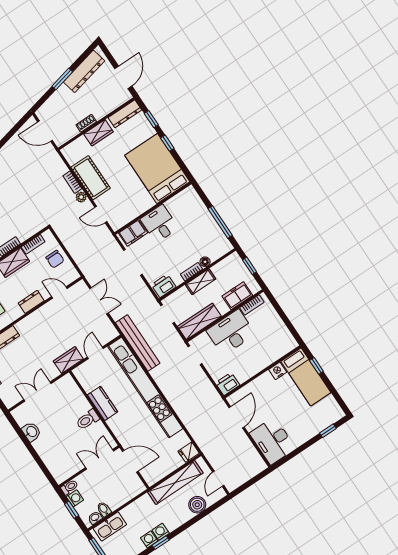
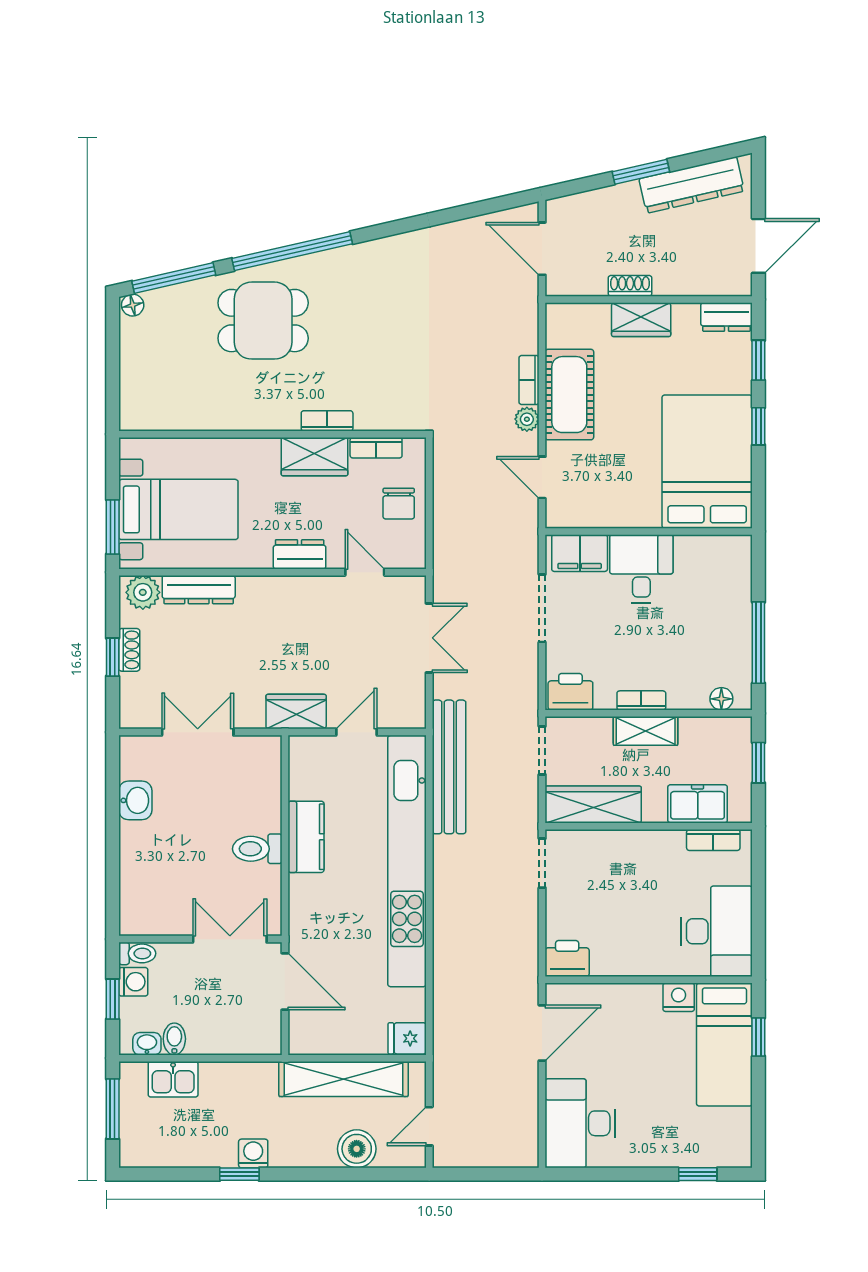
dresser: (125, 114) -> (727, 317), width x0.70
floor lamp: (205, 262) -> (721, 699), moved
desk: (231, 332) -> (716, 931), moved, turned 90
kitchen sink: (110, 526) -> (173, 1079), width x0.73
washing machine: (149, 539) -> (222, 1153), removed

